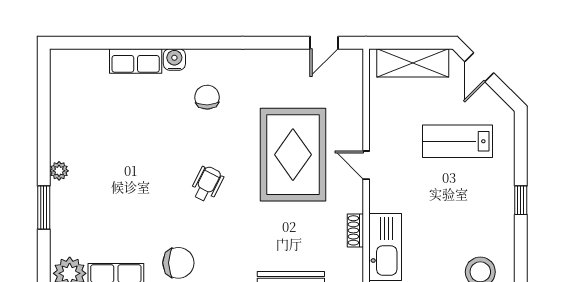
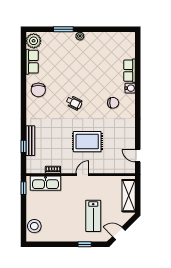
door: (479, 67) -> (119, 233), moved
lab bench: (458, 141) -> (93, 216), turned 180
rug: (293, 155) -> (87, 142), width x0.73, depth x0.69
window: (521, 200) -> (85, 244), moved

